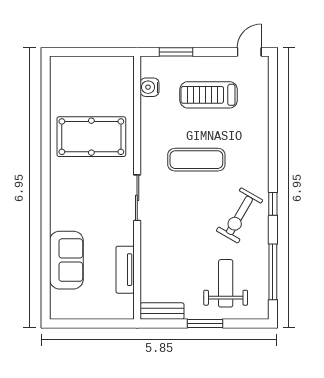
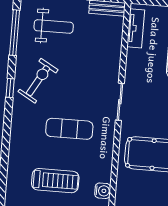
tv unit: (125, 270) -> (136, 28), moved
weight bench: (226, 283) -> (54, 26), turned -90

